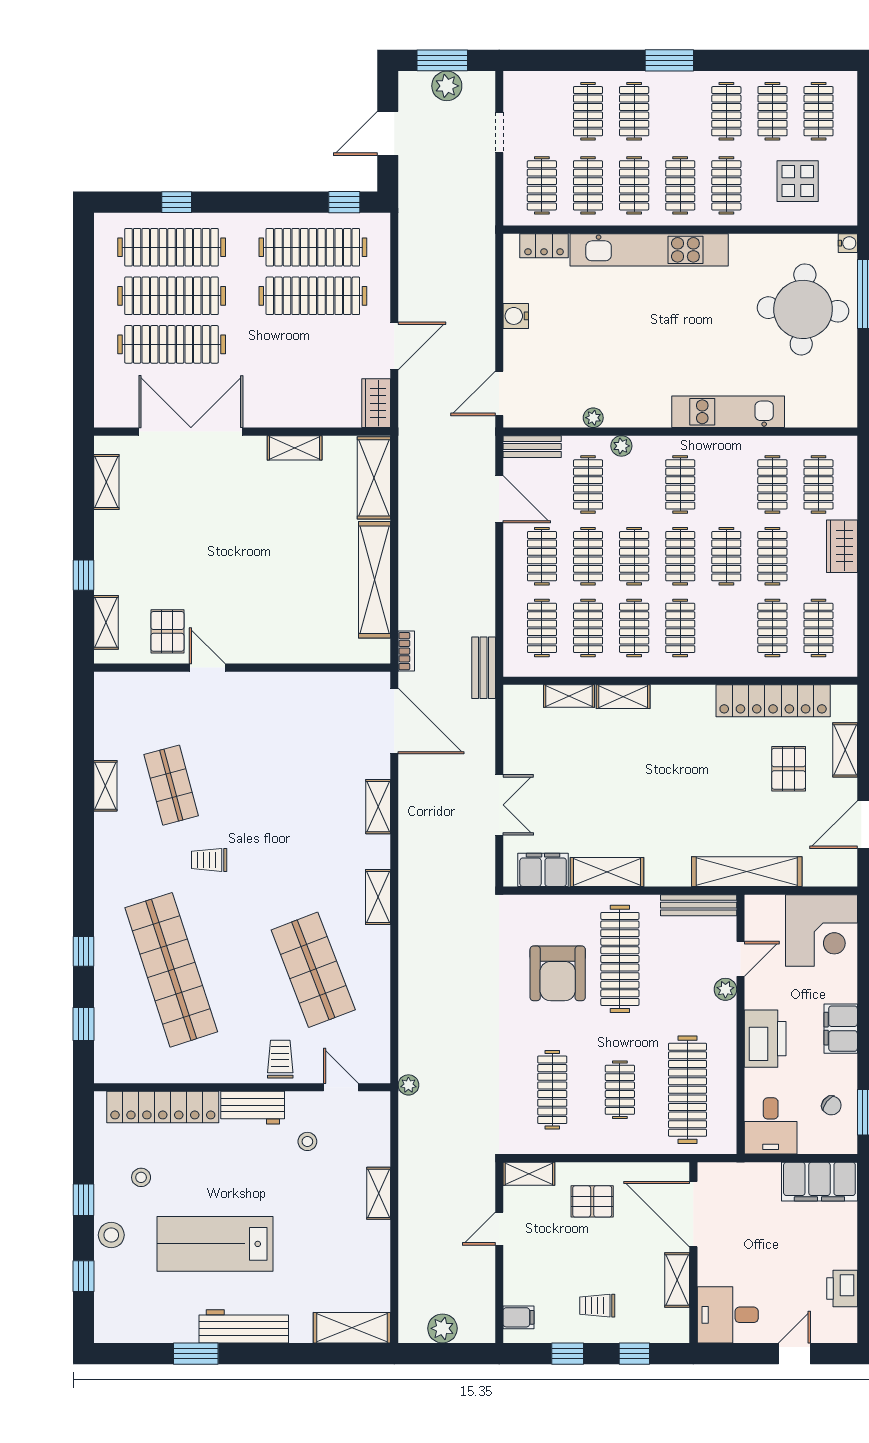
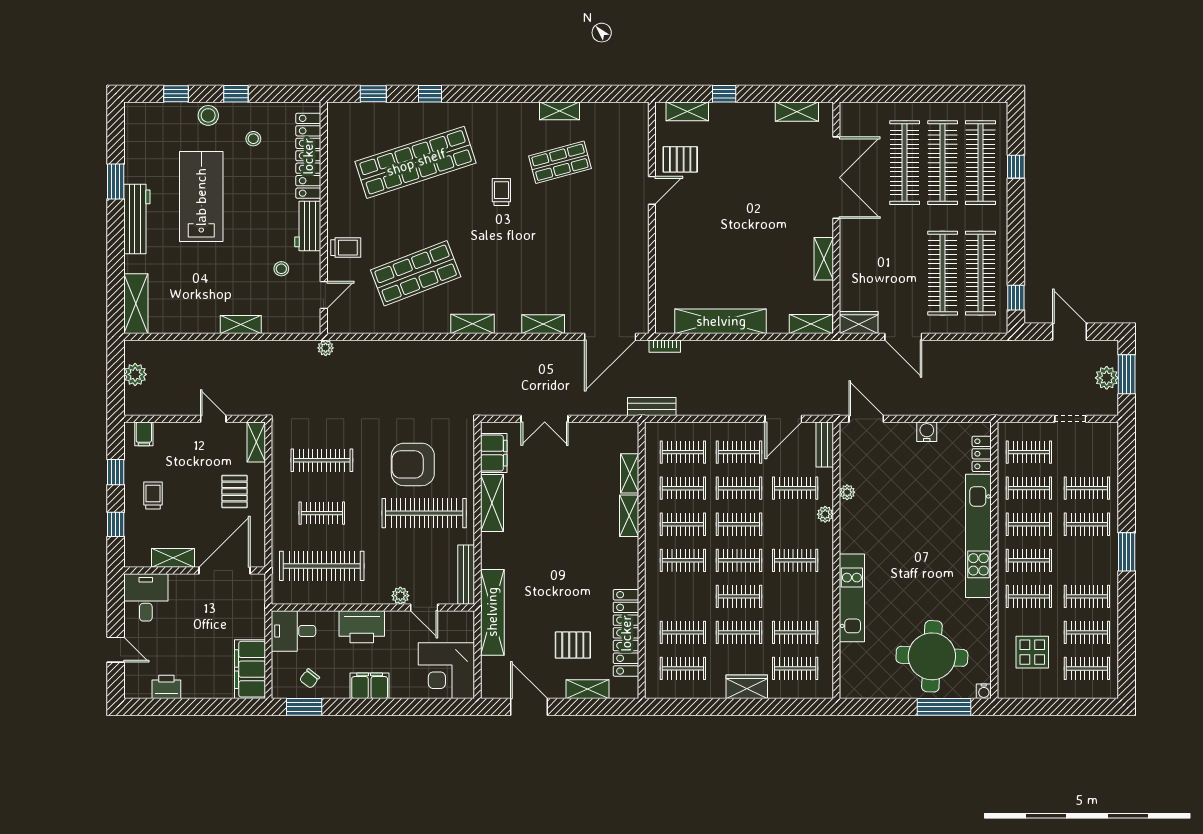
shelving: (374, 478) -> (811, 324), width x0.67, depth x0.75

